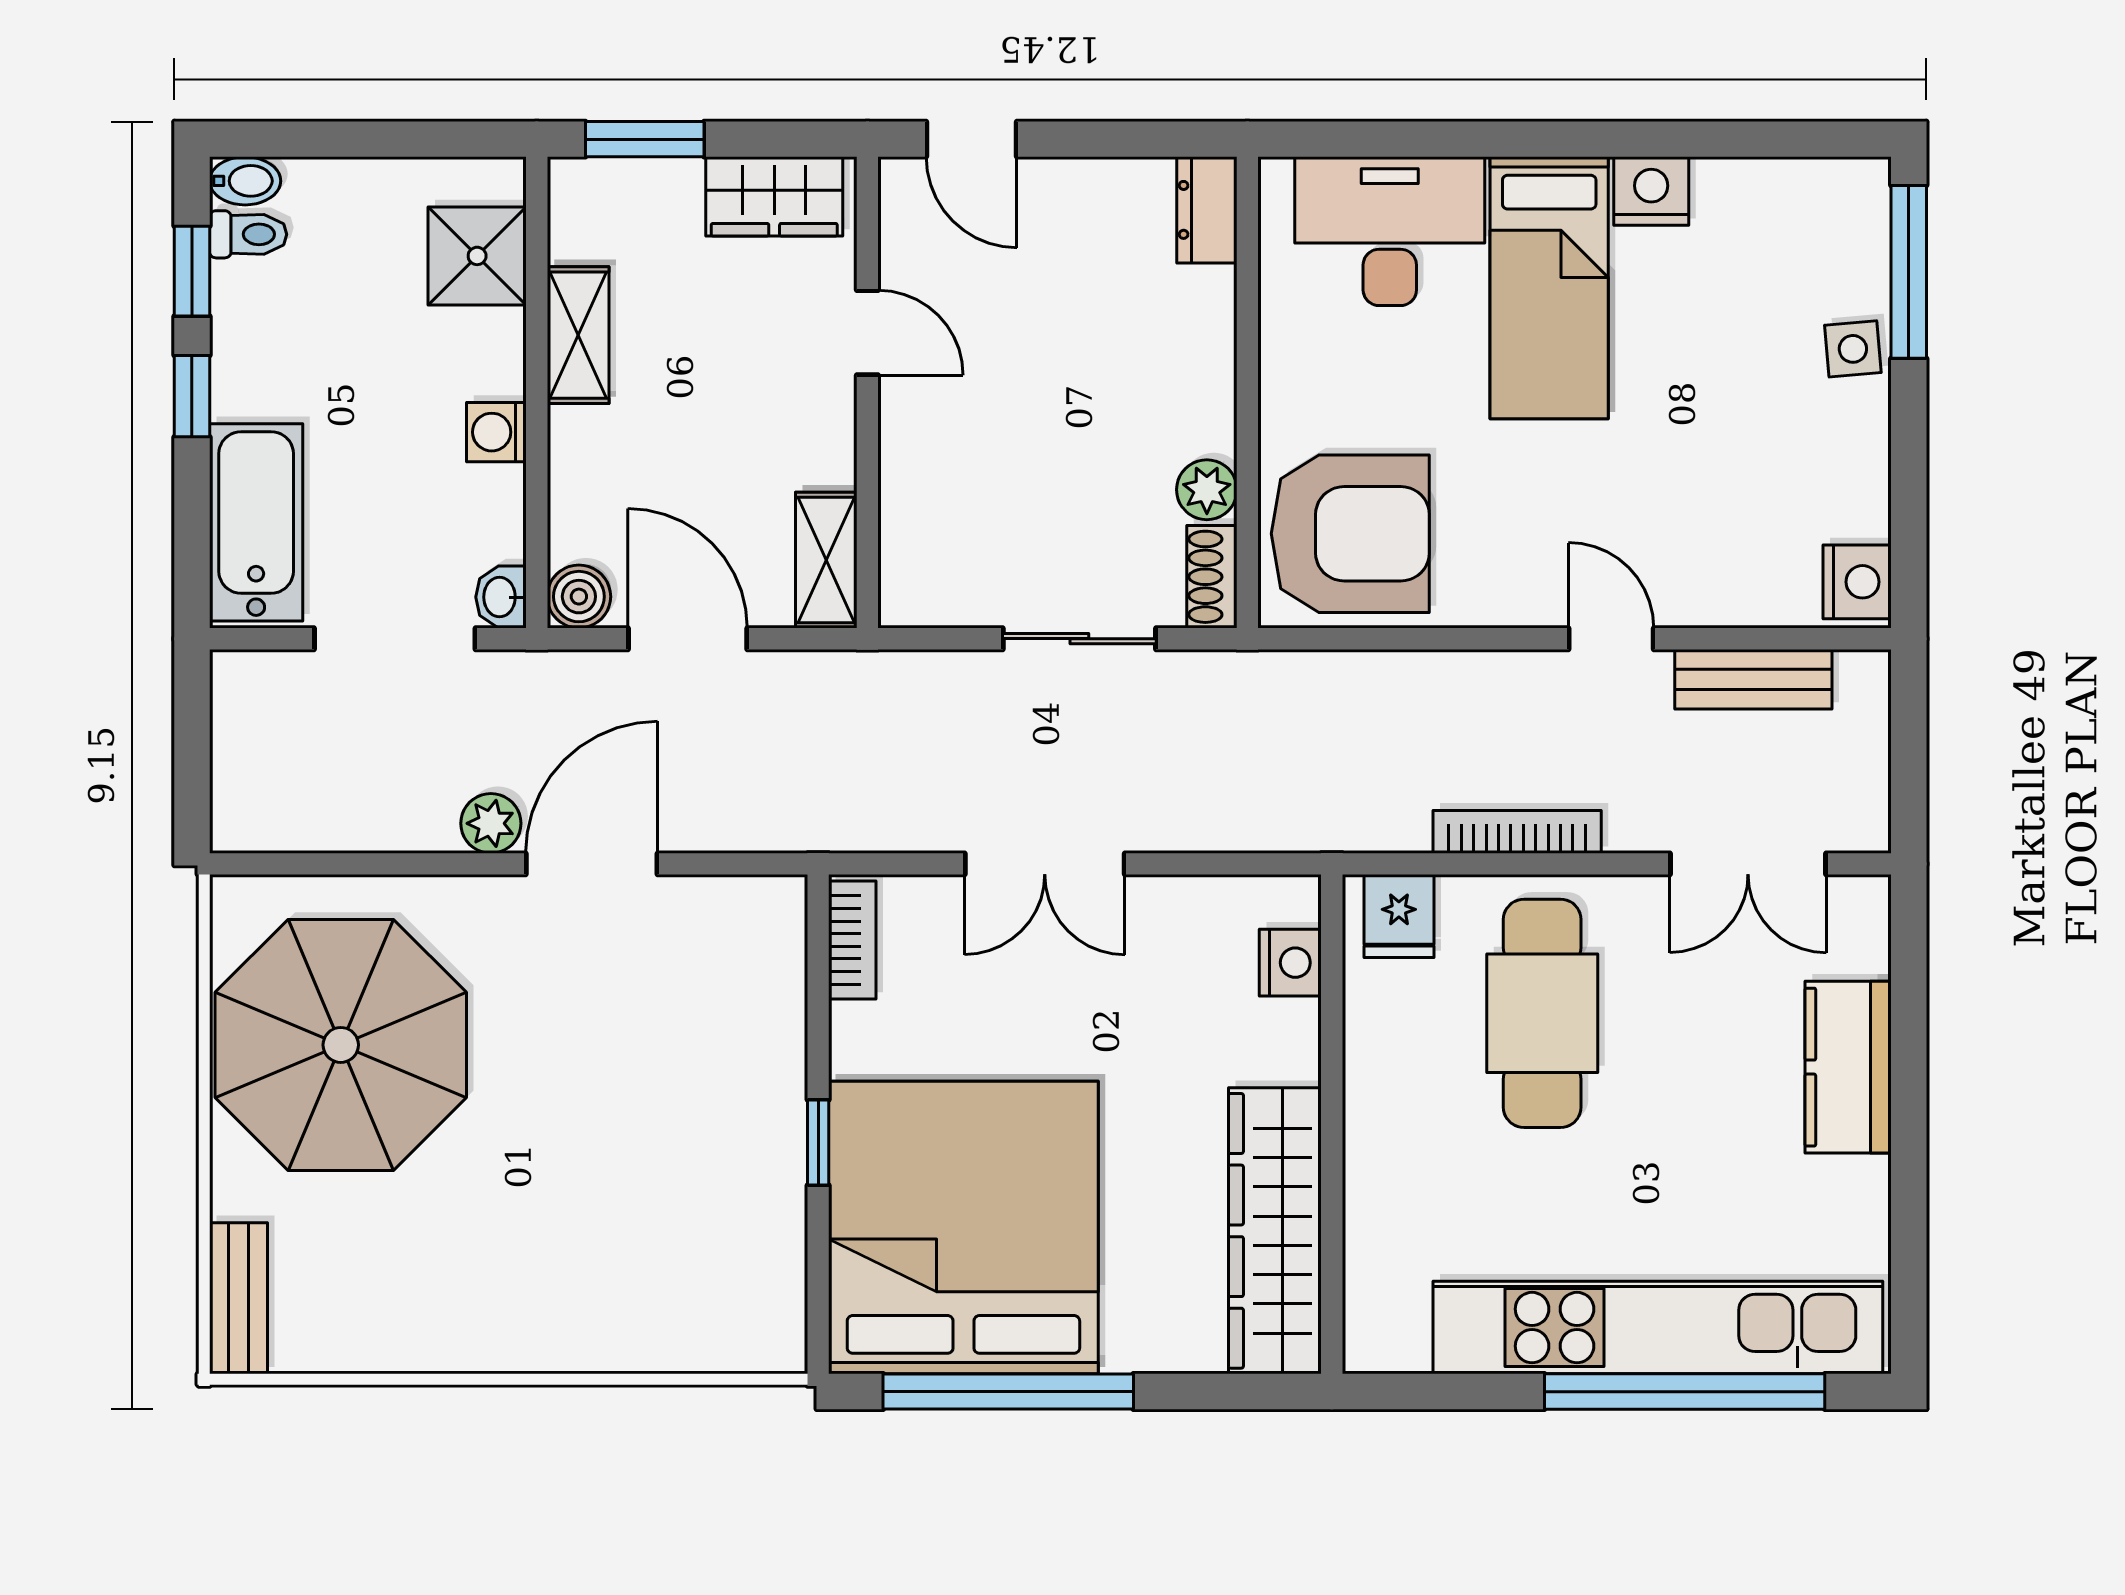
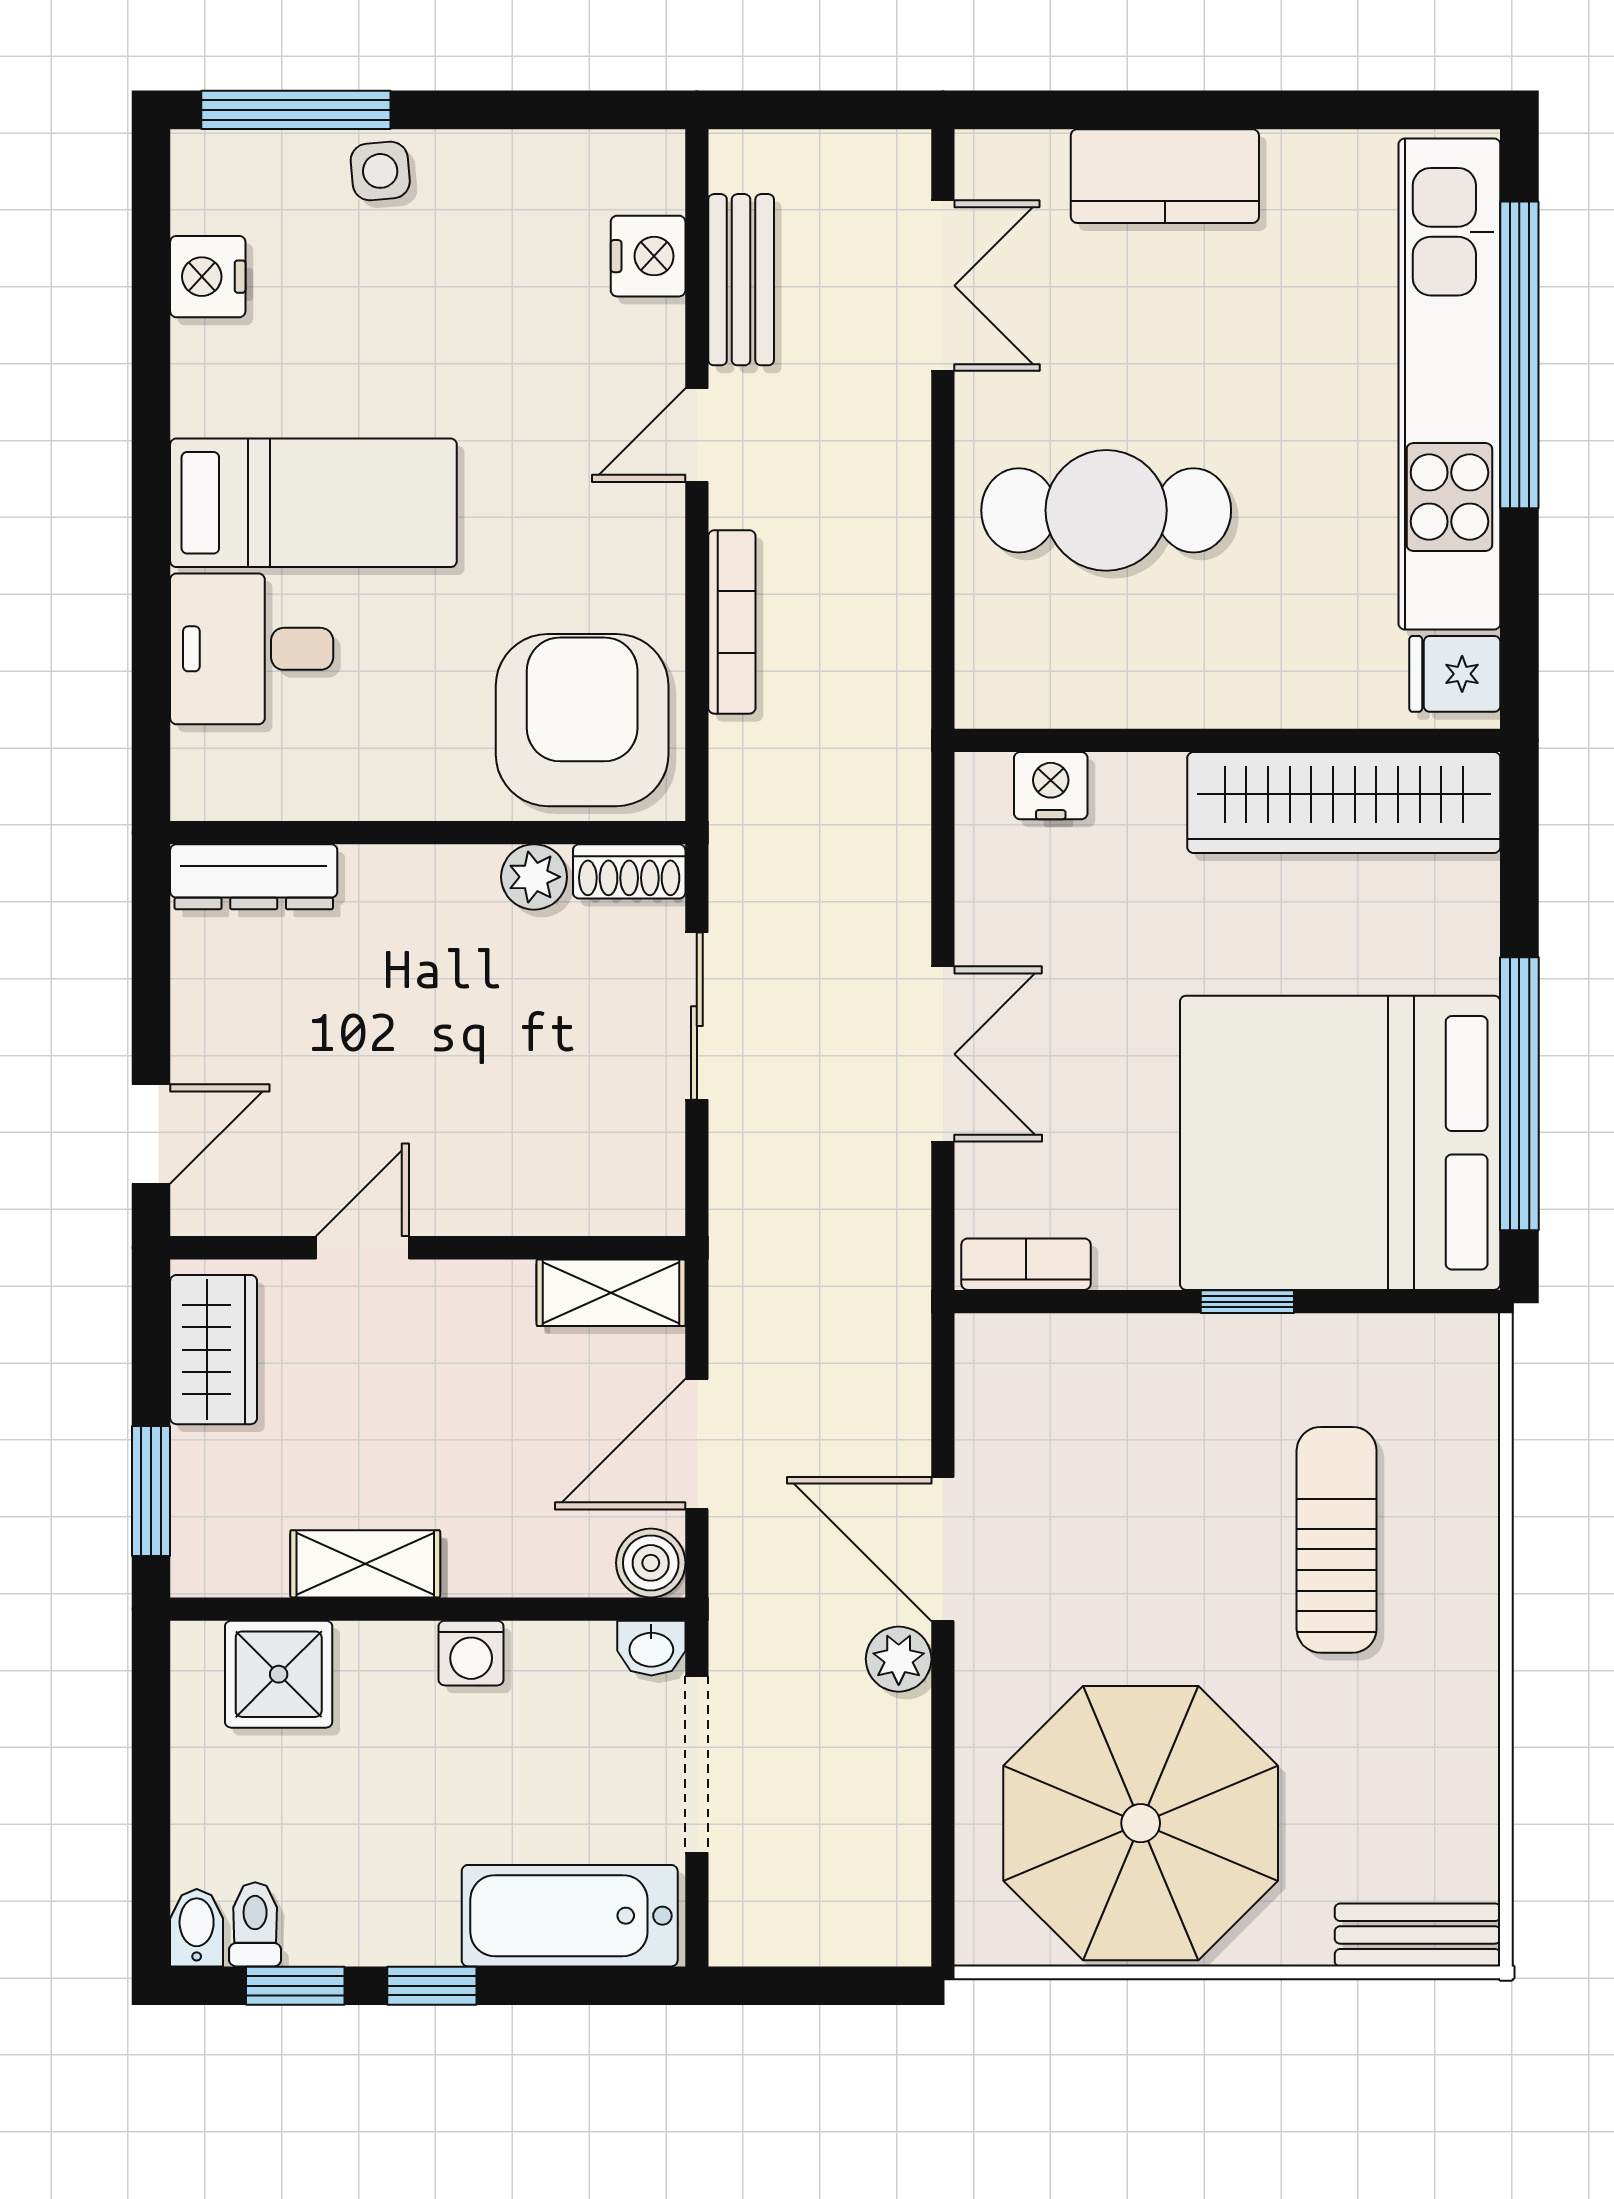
nightstand: (1651, 191) -> (208, 277), moved
dresser: (1207, 210) -> (254, 877), width x1.44
desk: (1390, 231) -> (252, 649), width x0.73
nightstand: (1857, 582) -> (648, 256), moved, turned 90
bookcase: (1517, 832) -> (732, 622), moved, turned 180
fridge: (1399, 916) -> (1455, 674), moved, turned 180
sun lounger: (600, 1224) -> (1337, 1540), added

